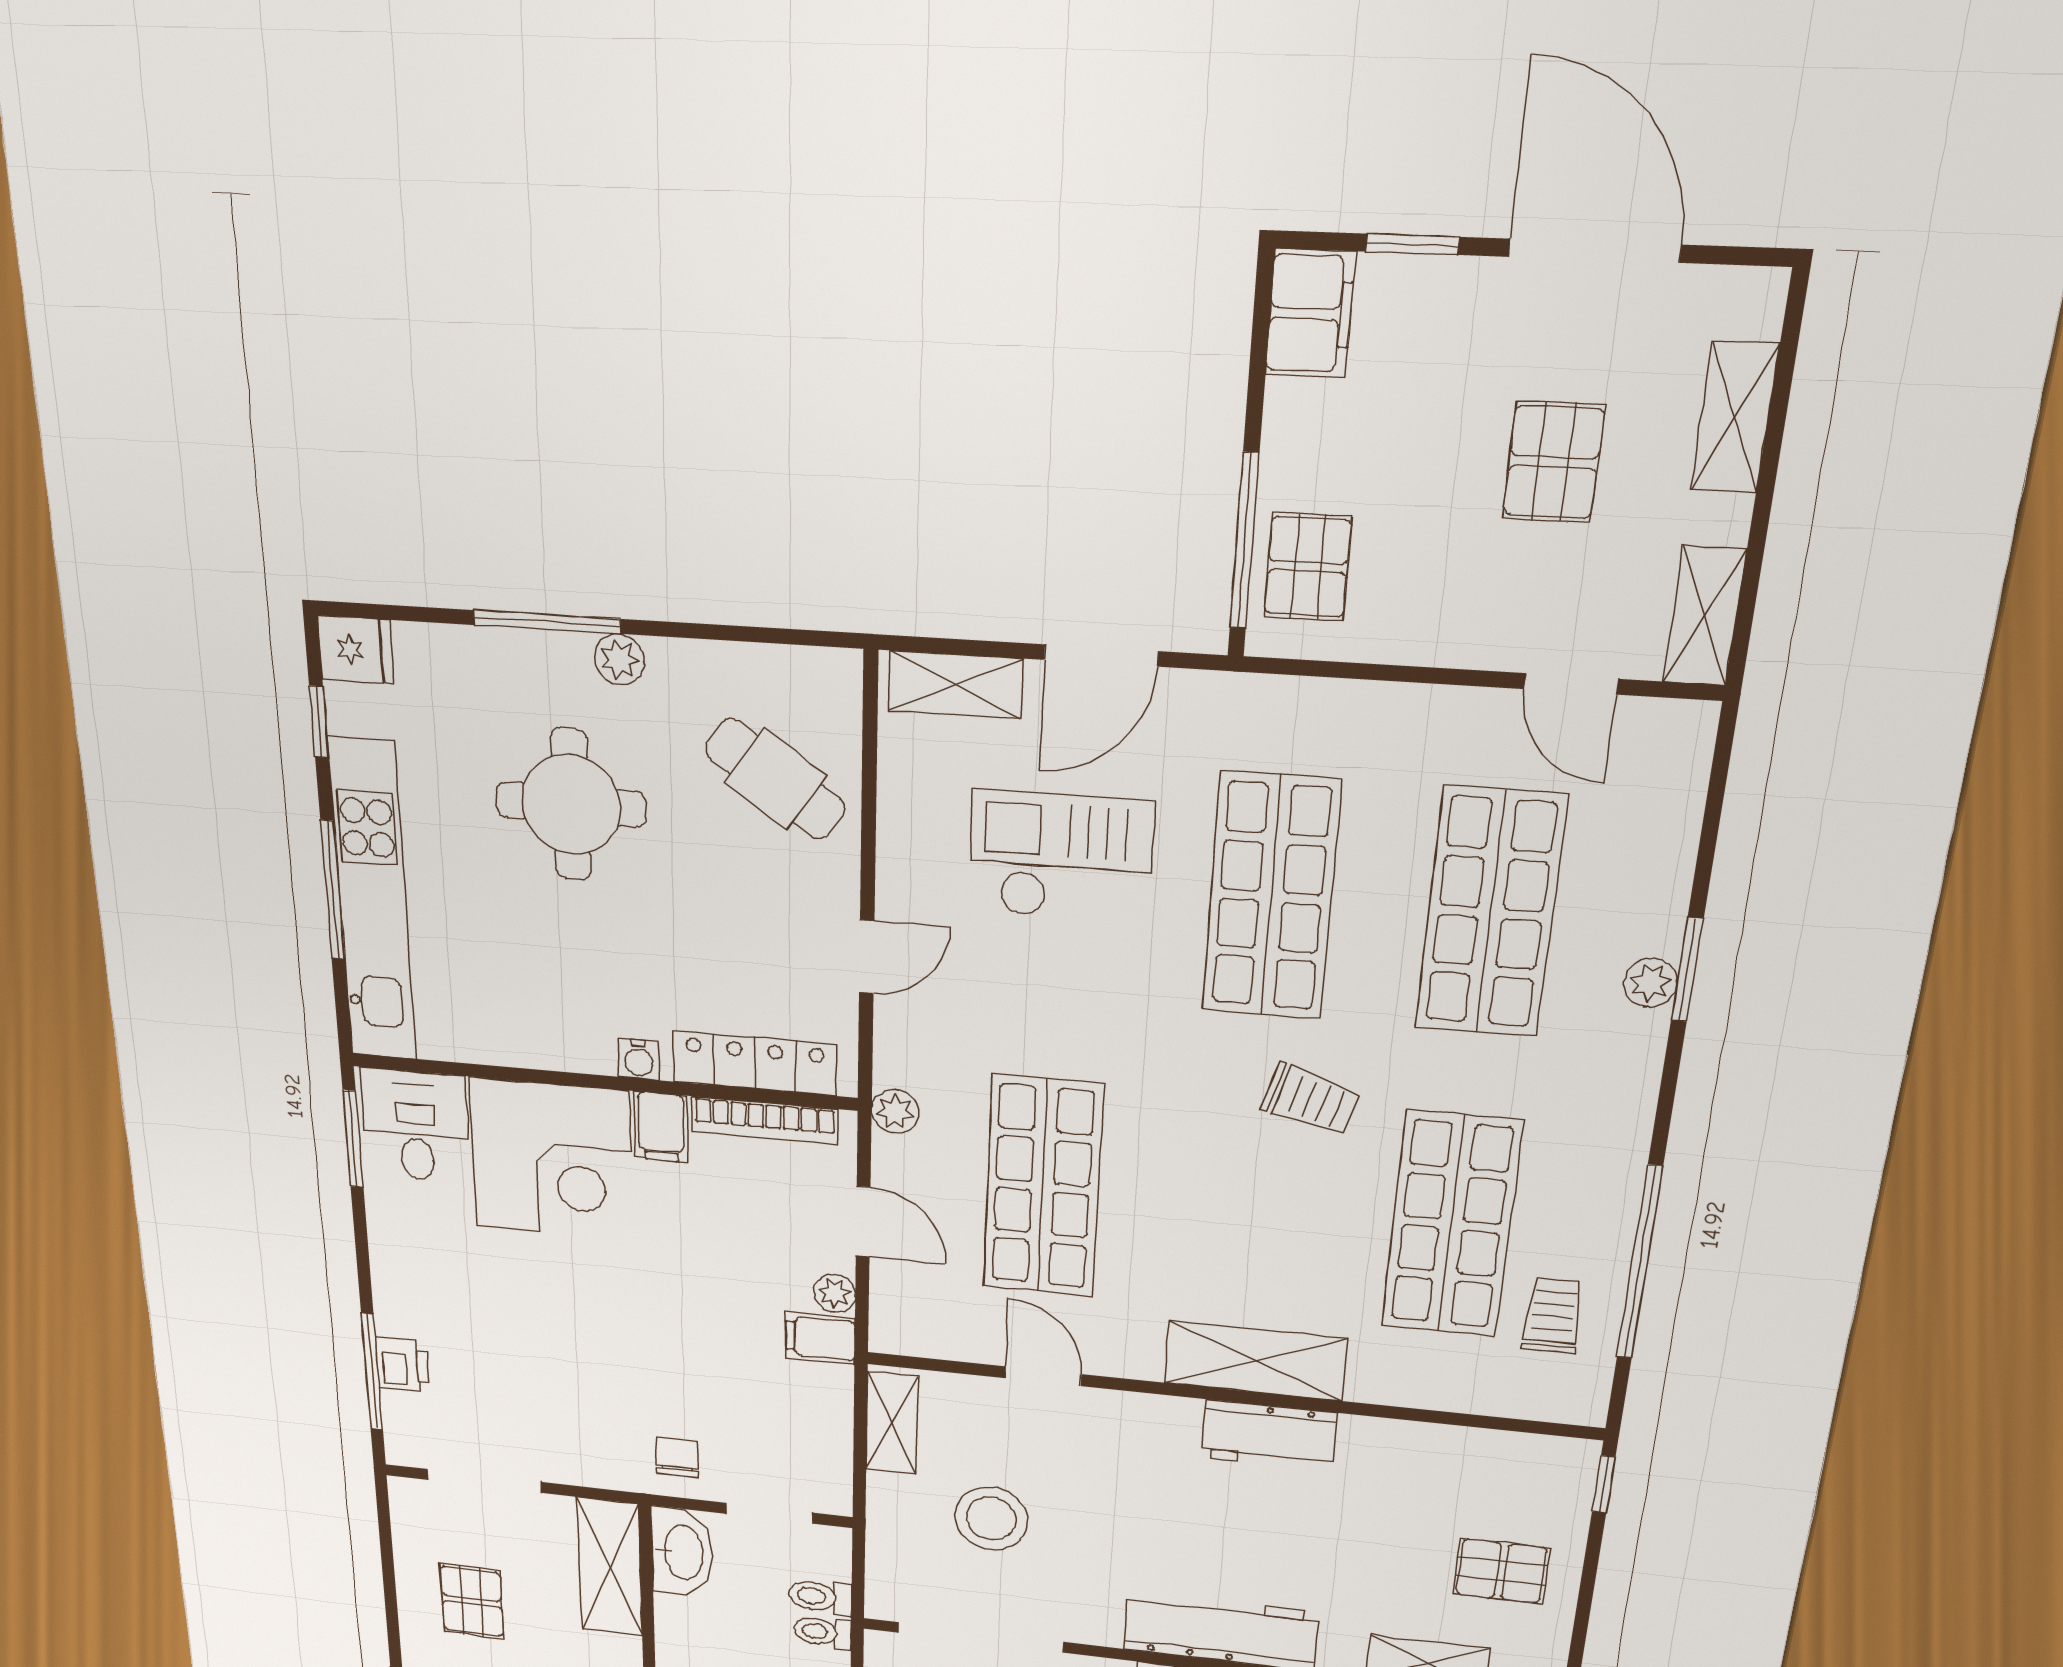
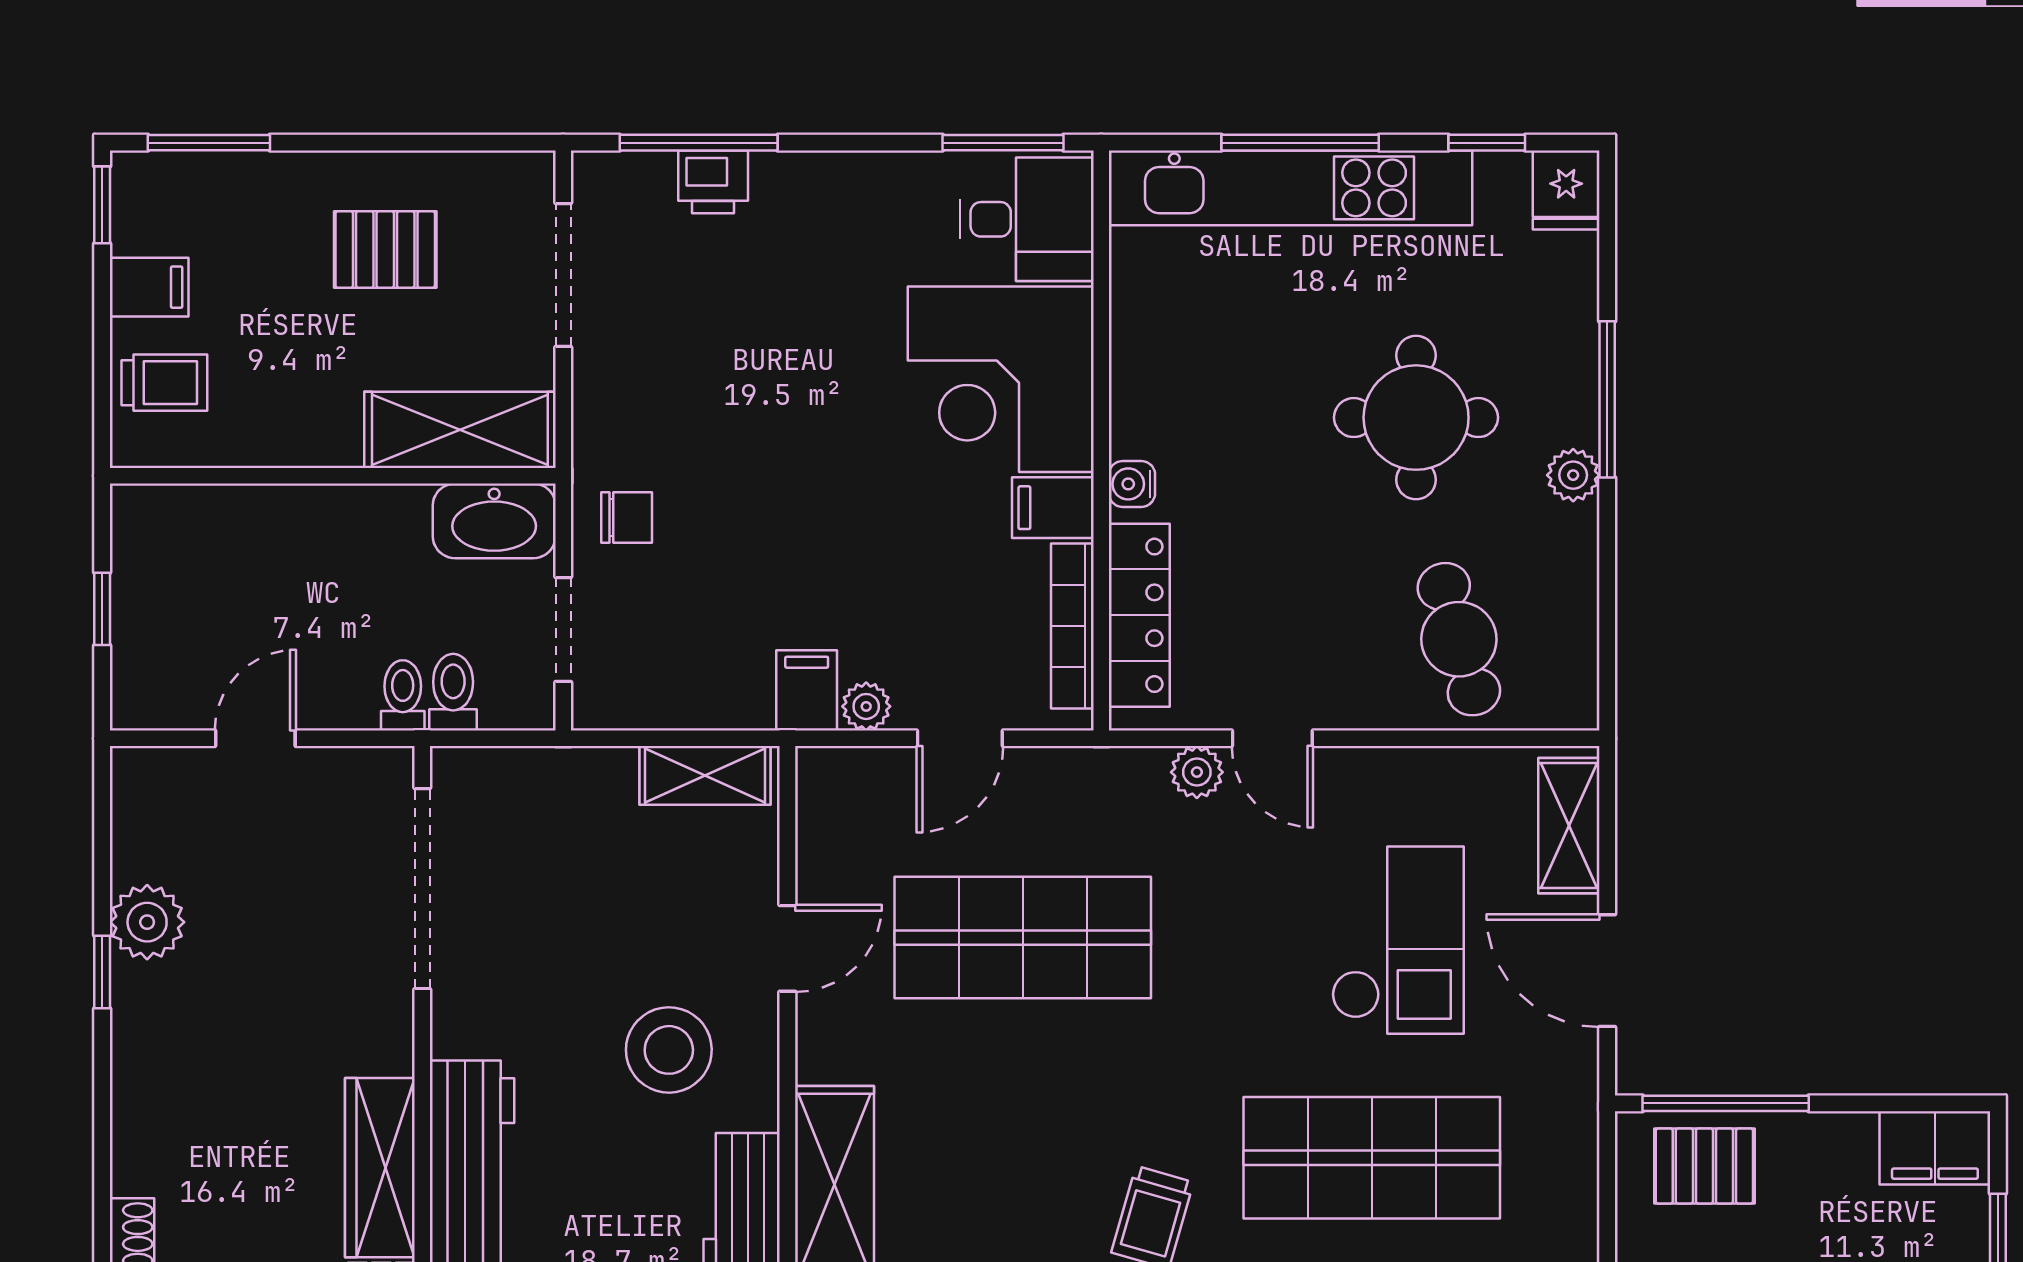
cafe table: (775, 779) -> (1459, 639), turned -51
plant: (895, 1111) -> (1197, 772), moved
stool: (991, 1519) -> (669, 1050), moved

